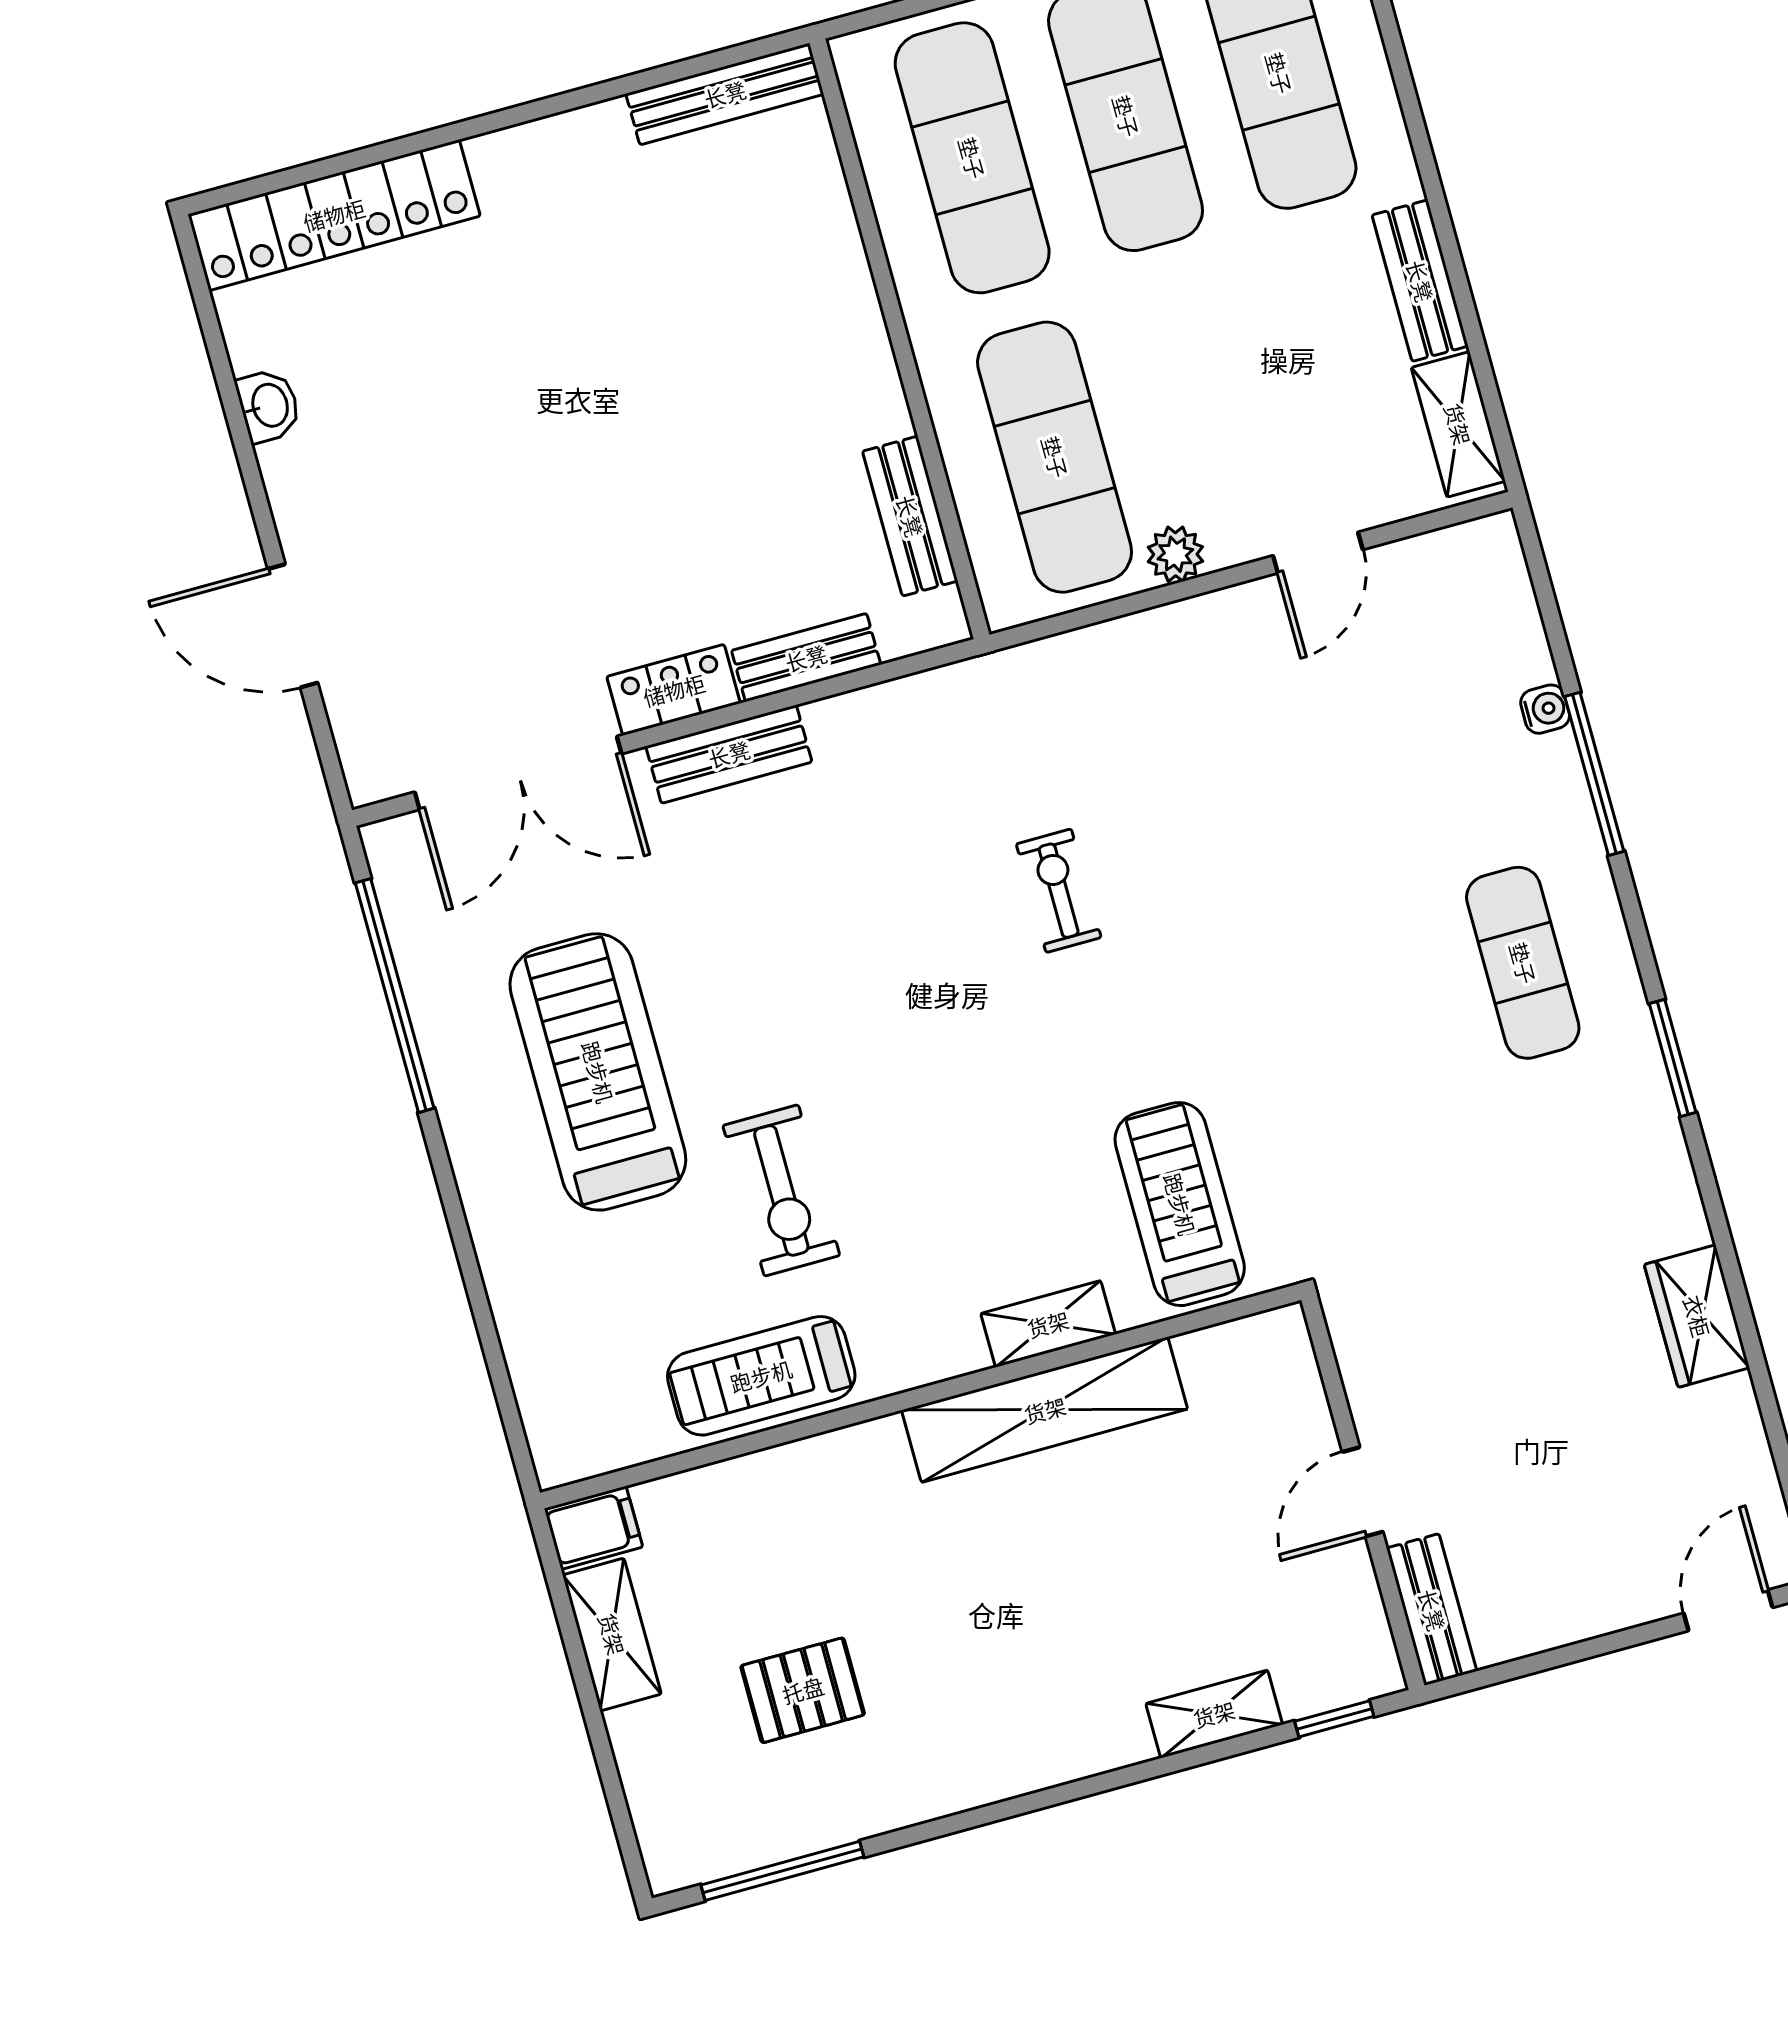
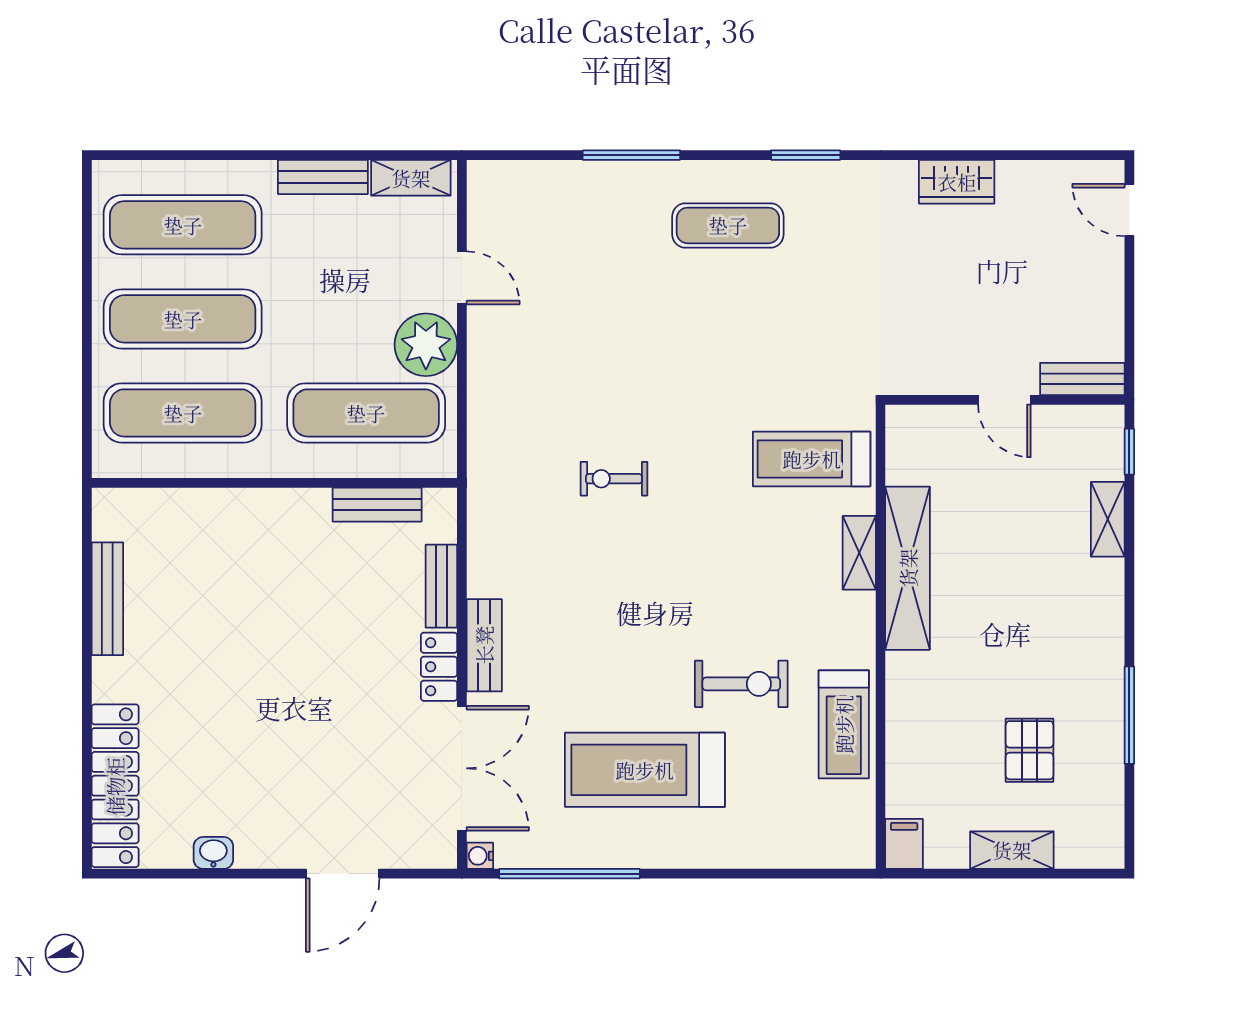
bench: (725, 94) -> (107, 599), moved
plant: (1175, 554) -> (426, 345), width x1.88, depth x1.88
water cooler: (1545, 709) -> (480, 856), moved, turned -90
shelving: (612, 1634) -> (1012, 850), moved
window: (782, 1871) -> (1129, 715), moved

